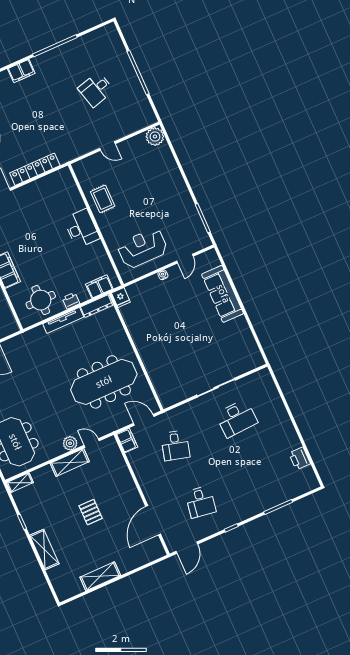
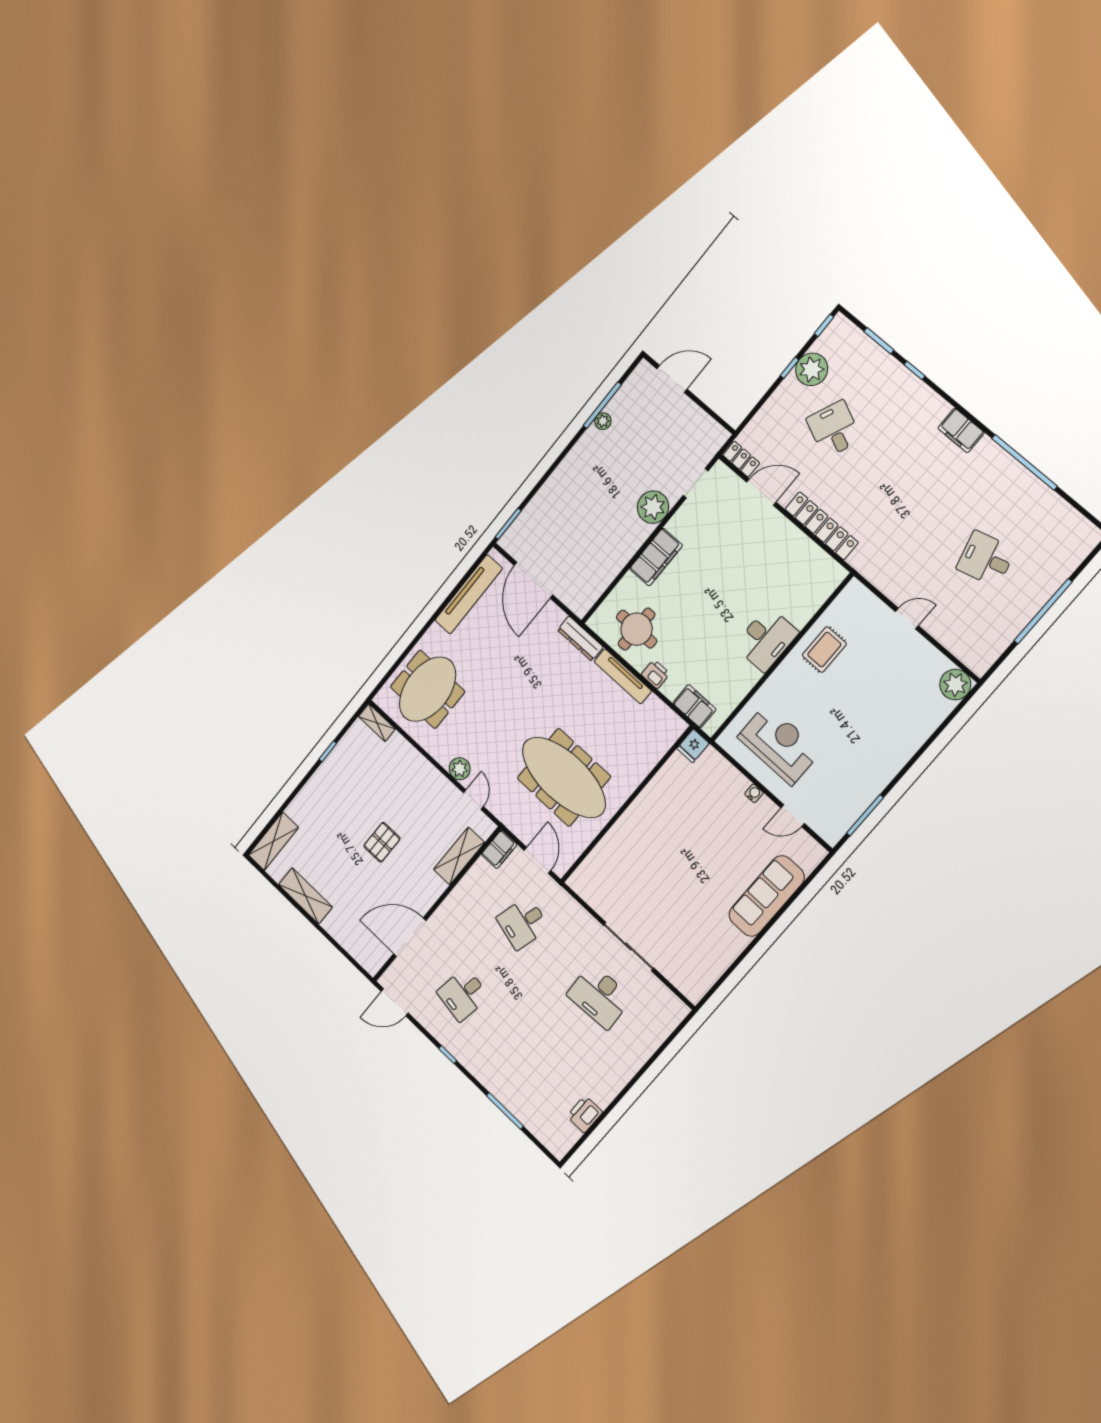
door: (107, 146) -> (907, 619), swing flipped
dresser: (97, 306) -> (580, 639), moved
shelving: (70, 462) -> (459, 856), moved, turned 90
shelving: (44, 550) -> (273, 841), moved

